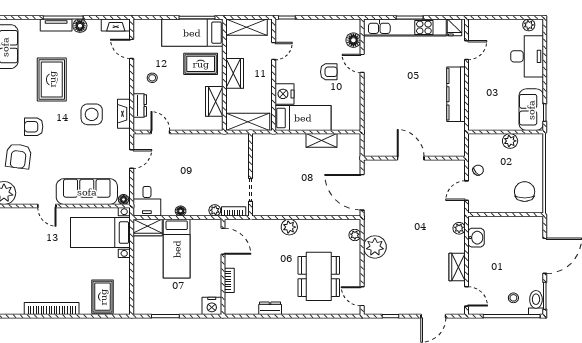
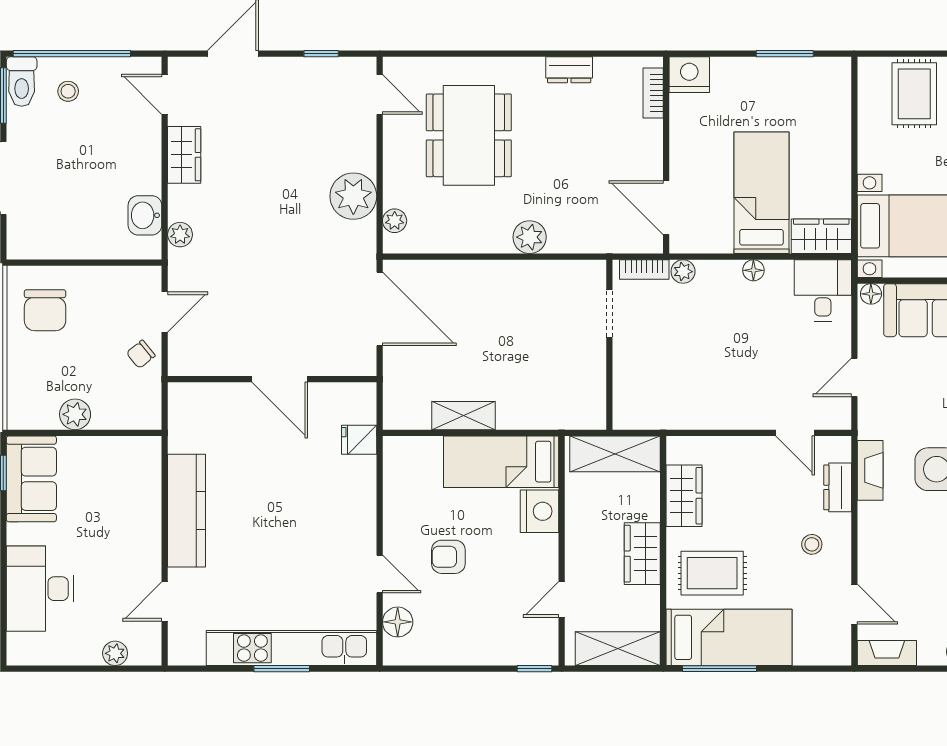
plant: (529, 25) -> (115, 653), moved
fridge: (455, 27) -> (359, 440), moved, turned -90
bookcase: (229, 280) -> (653, 93), moved

